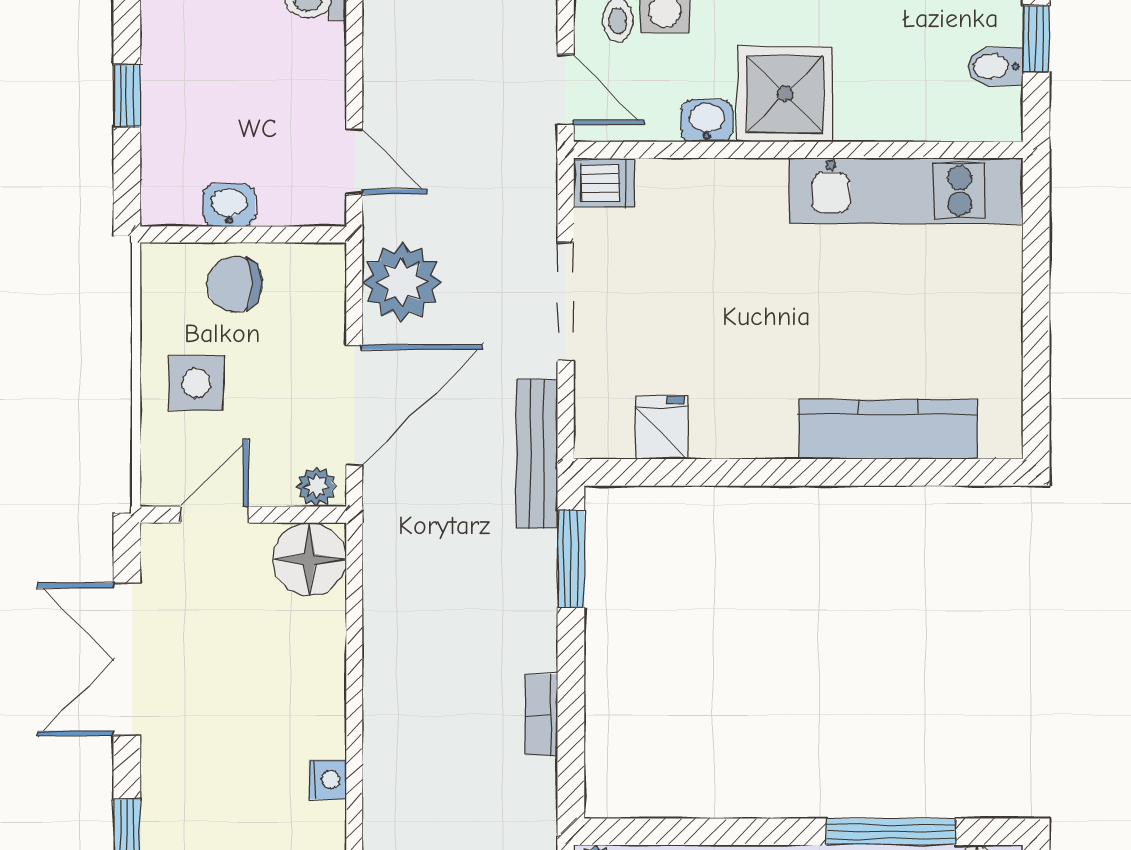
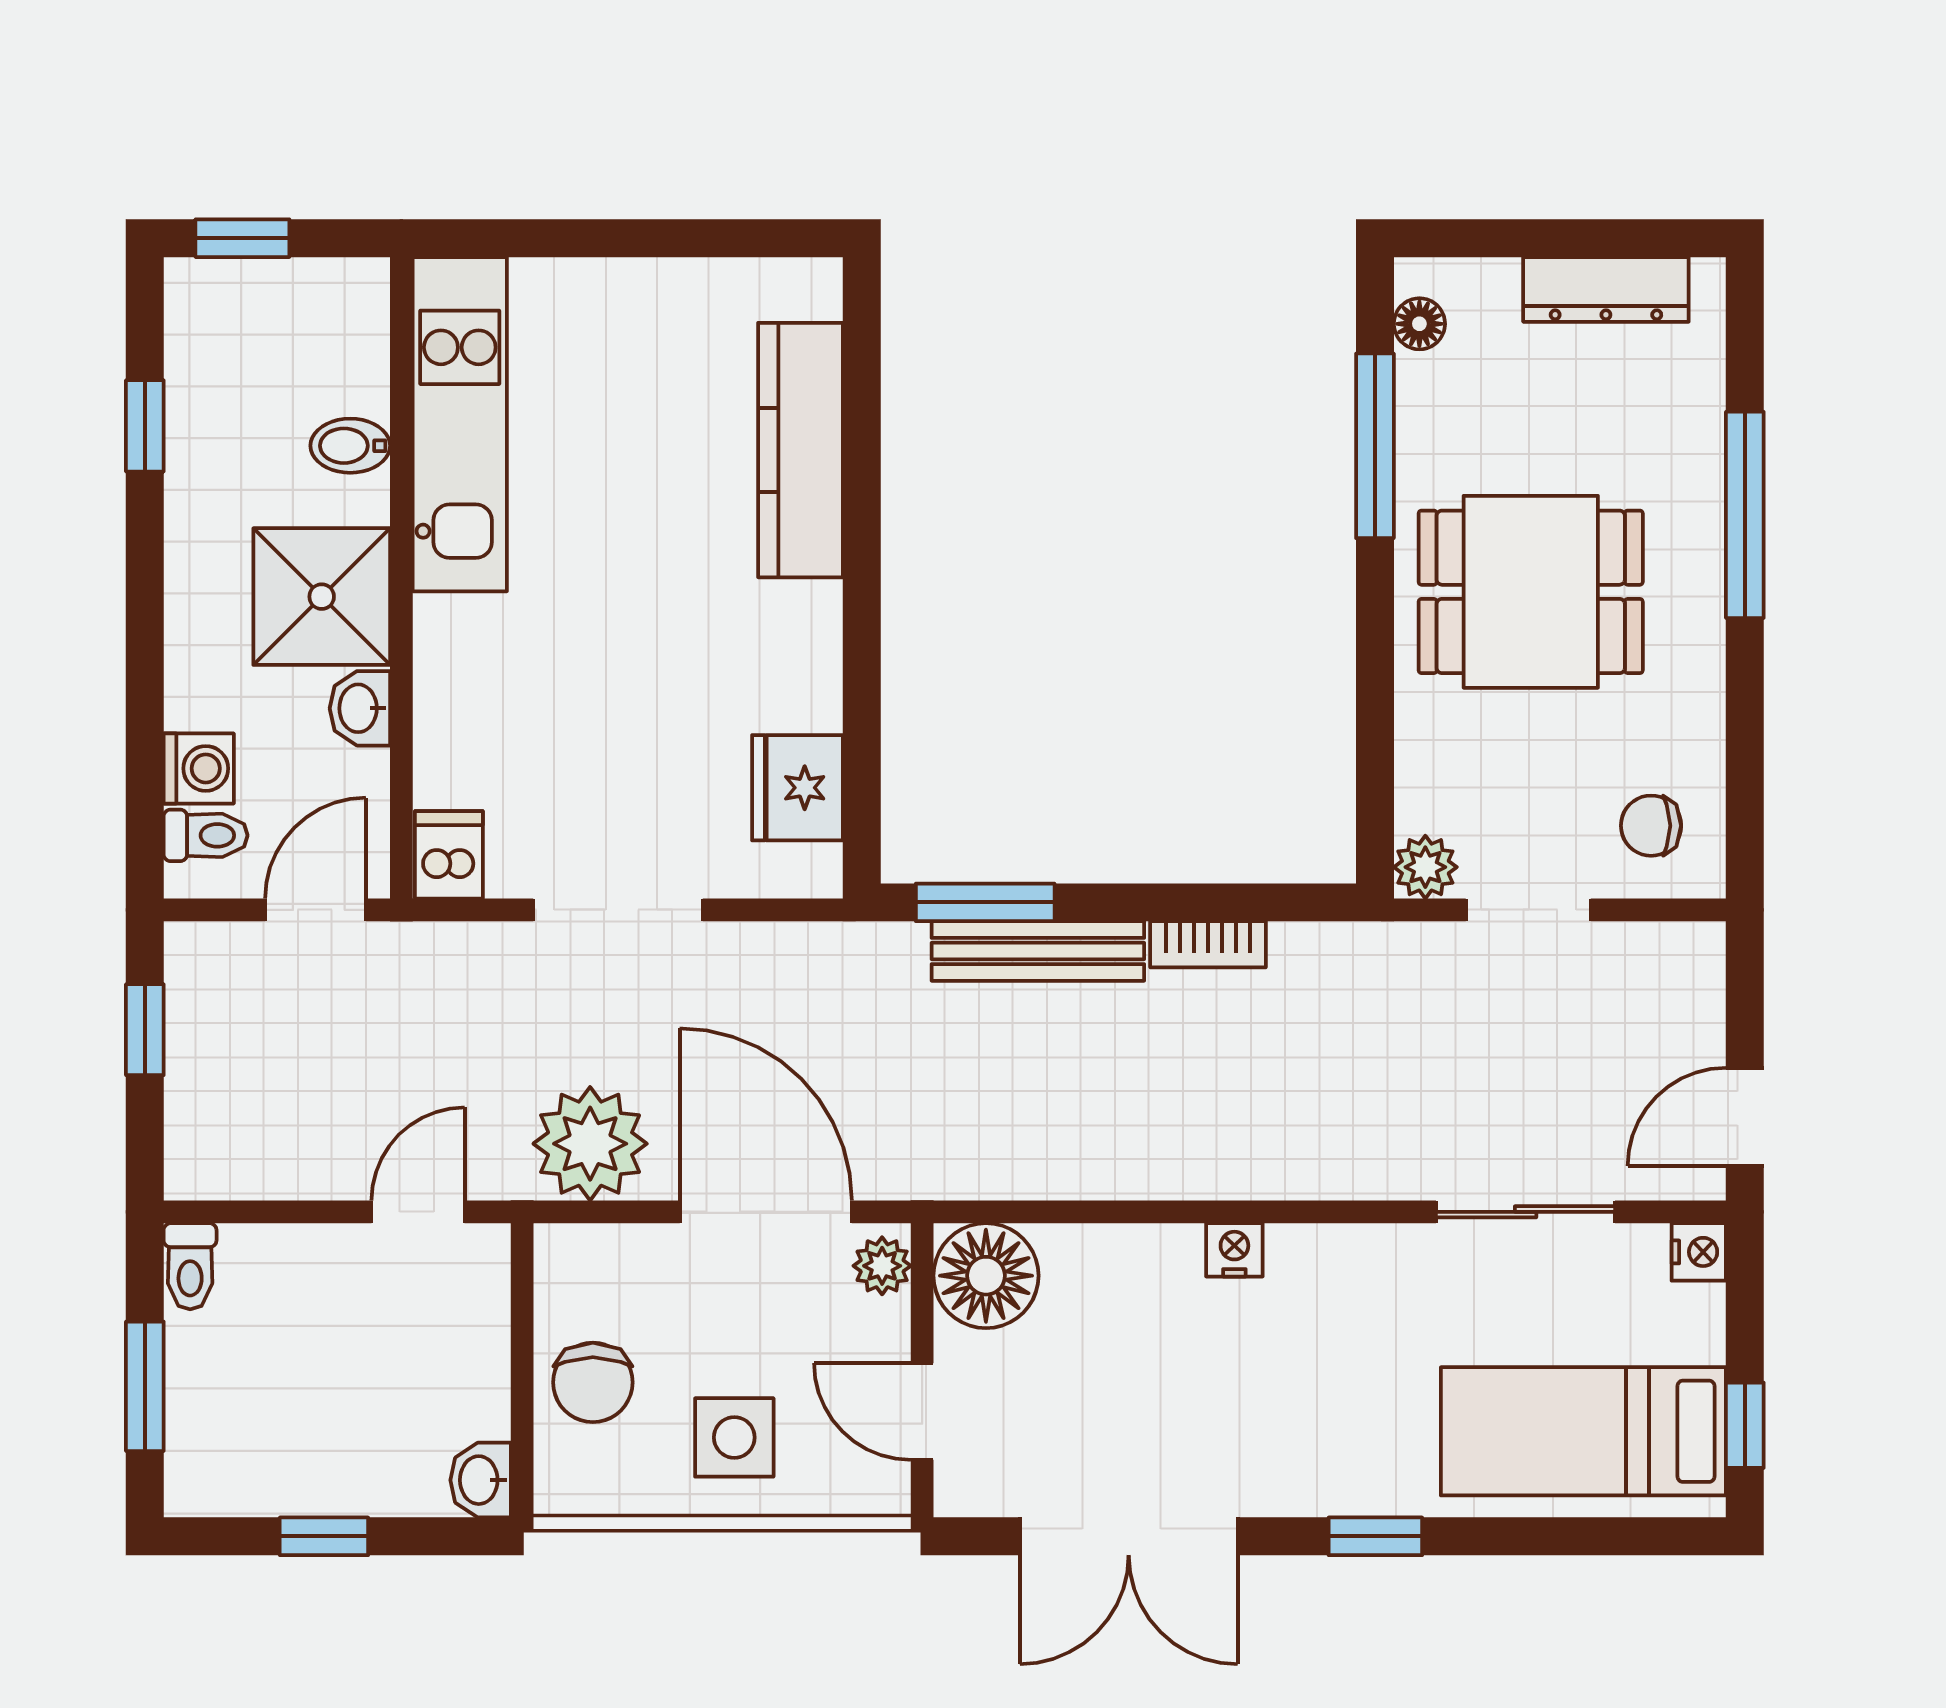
bidet: (995, 67) -> (350, 446), moved, turned 90
washbasin: (229, 205) -> (481, 1480), moved
fridge: (661, 427) -> (797, 788), width x1.38
bench: (537, 454) -> (1038, 951), moved
nightstand: (328, 780) -> (1234, 1250), moved

